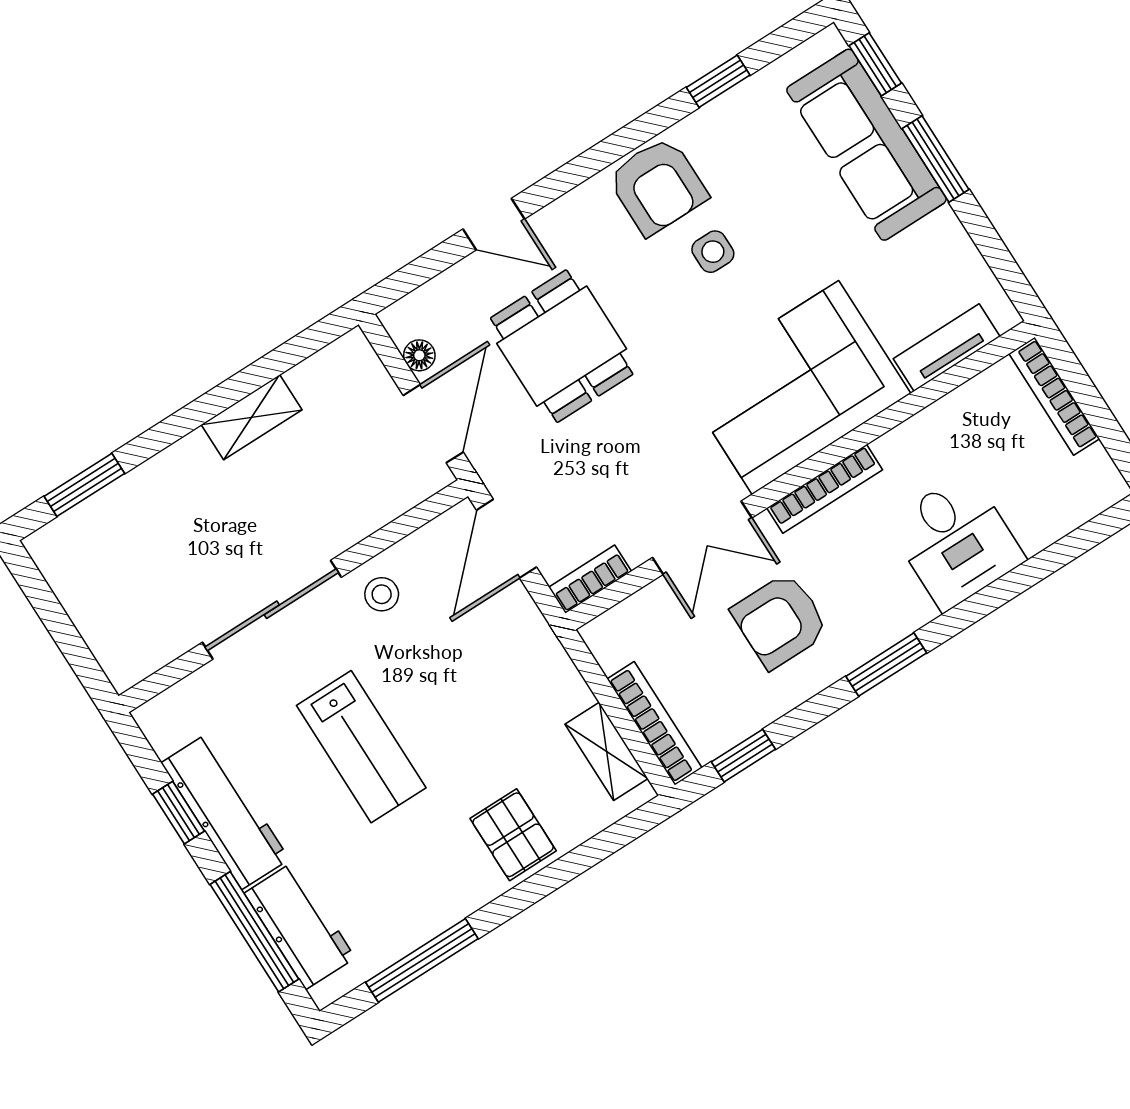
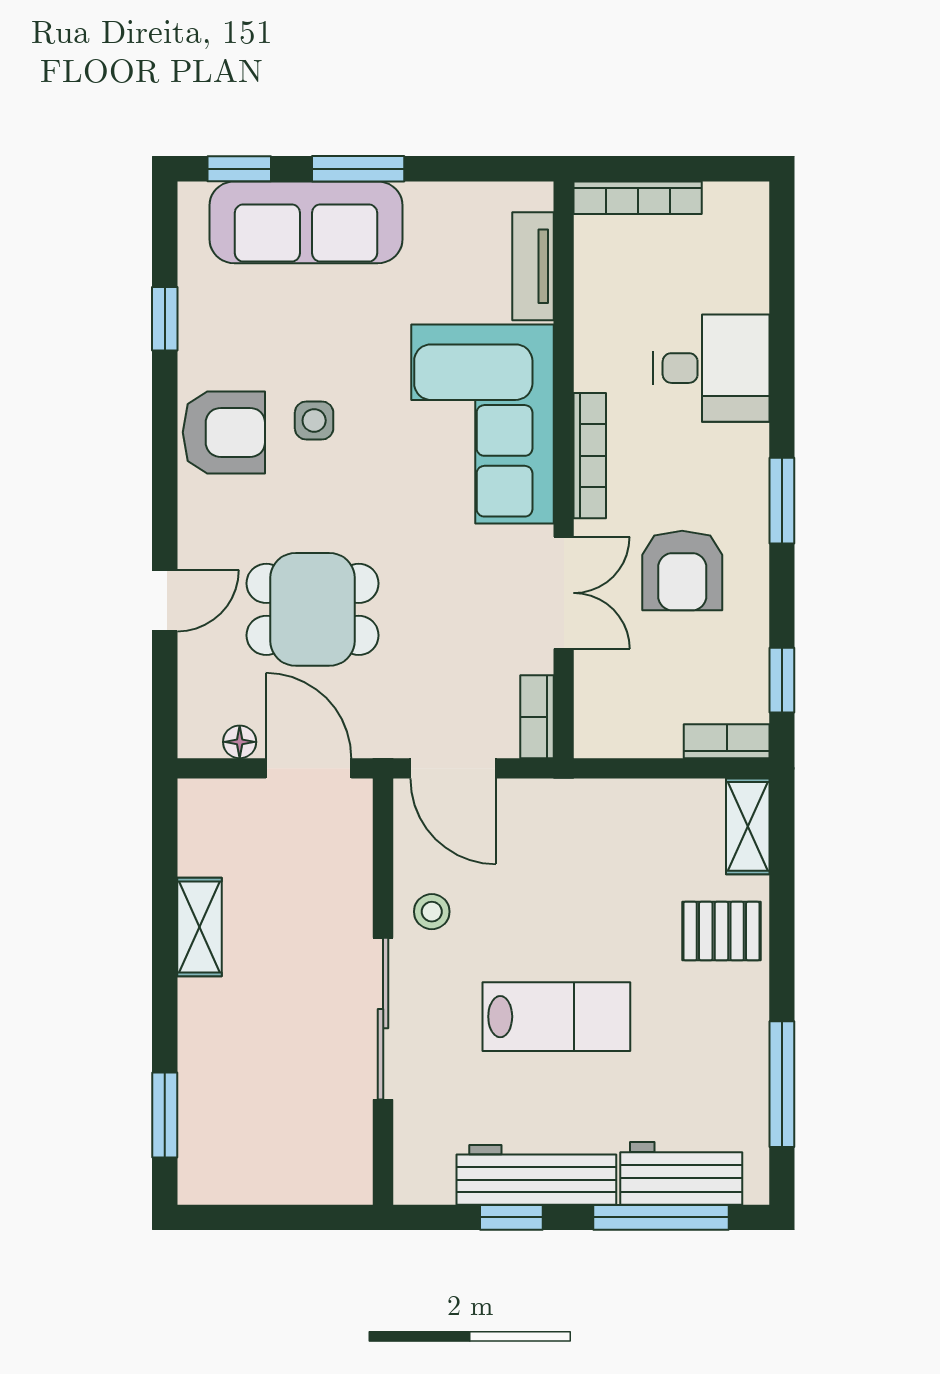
bookcase: (655, 723) -> (727, 741), width x0.64
shelving: (607, 751) -> (748, 826), moved, turned 90

